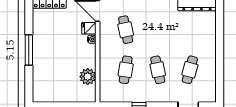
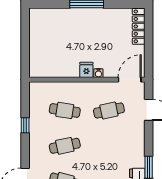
fridge: (89, 28) -> (86, 70), moved
plant: (88, 77) -> (57, 69), removed

